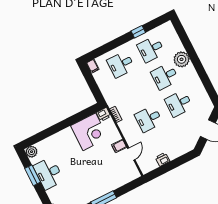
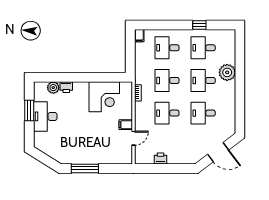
desk: (135, 92) -> (167, 80), added
printer: (104, 114) -> (66, 87), moved
plant: (32, 152) -> (53, 88), moved

